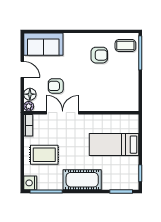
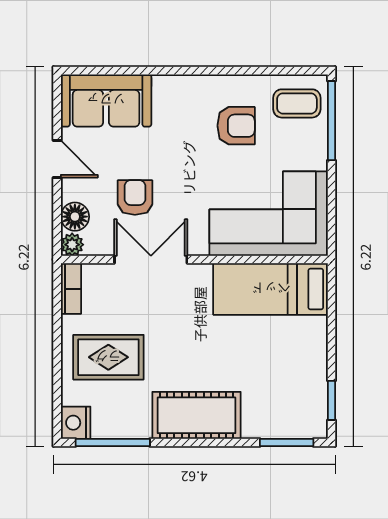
armchair: (56, 86) -> (135, 197), turned 90
corner sofa: (113, 93) -> (269, 214), added
bed: (114, 145) -> (271, 289), moved

